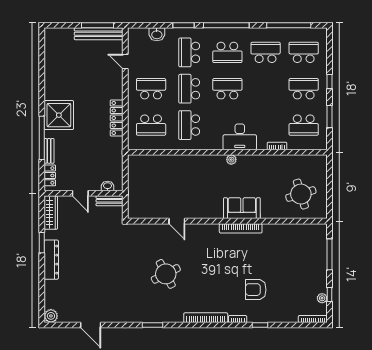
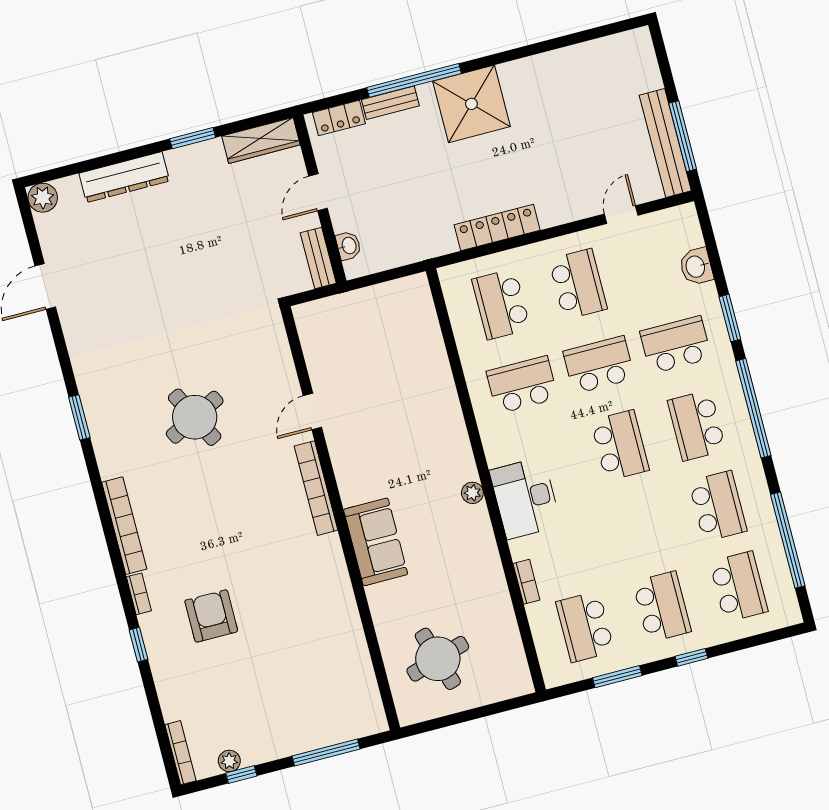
bookcase: (241, 228) -> (316, 488), moved
dresser: (51, 260) -> (124, 177), moved

